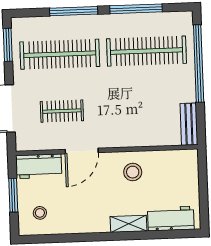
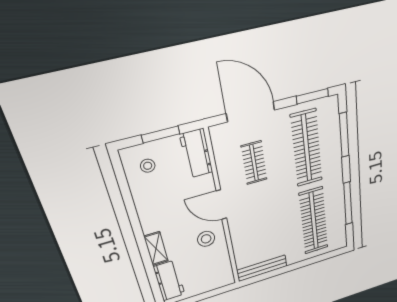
window: (74, 11) -> (344, 135), moved
window: (199, 64) -> (306, 263), removed
bench: (189, 124) -> (262, 268), width x1.36
door: (82, 151) -> (221, 205), moved

